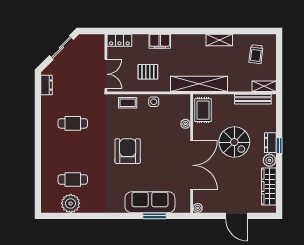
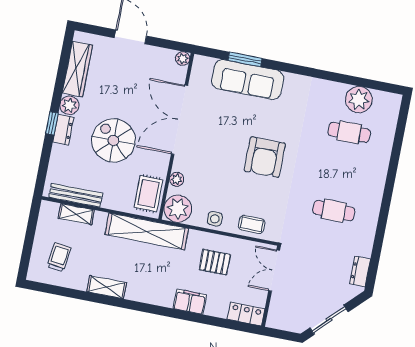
shelving: (264, 86) -> (76, 214), moved
plant: (181, 104) -> (178, 209), added

